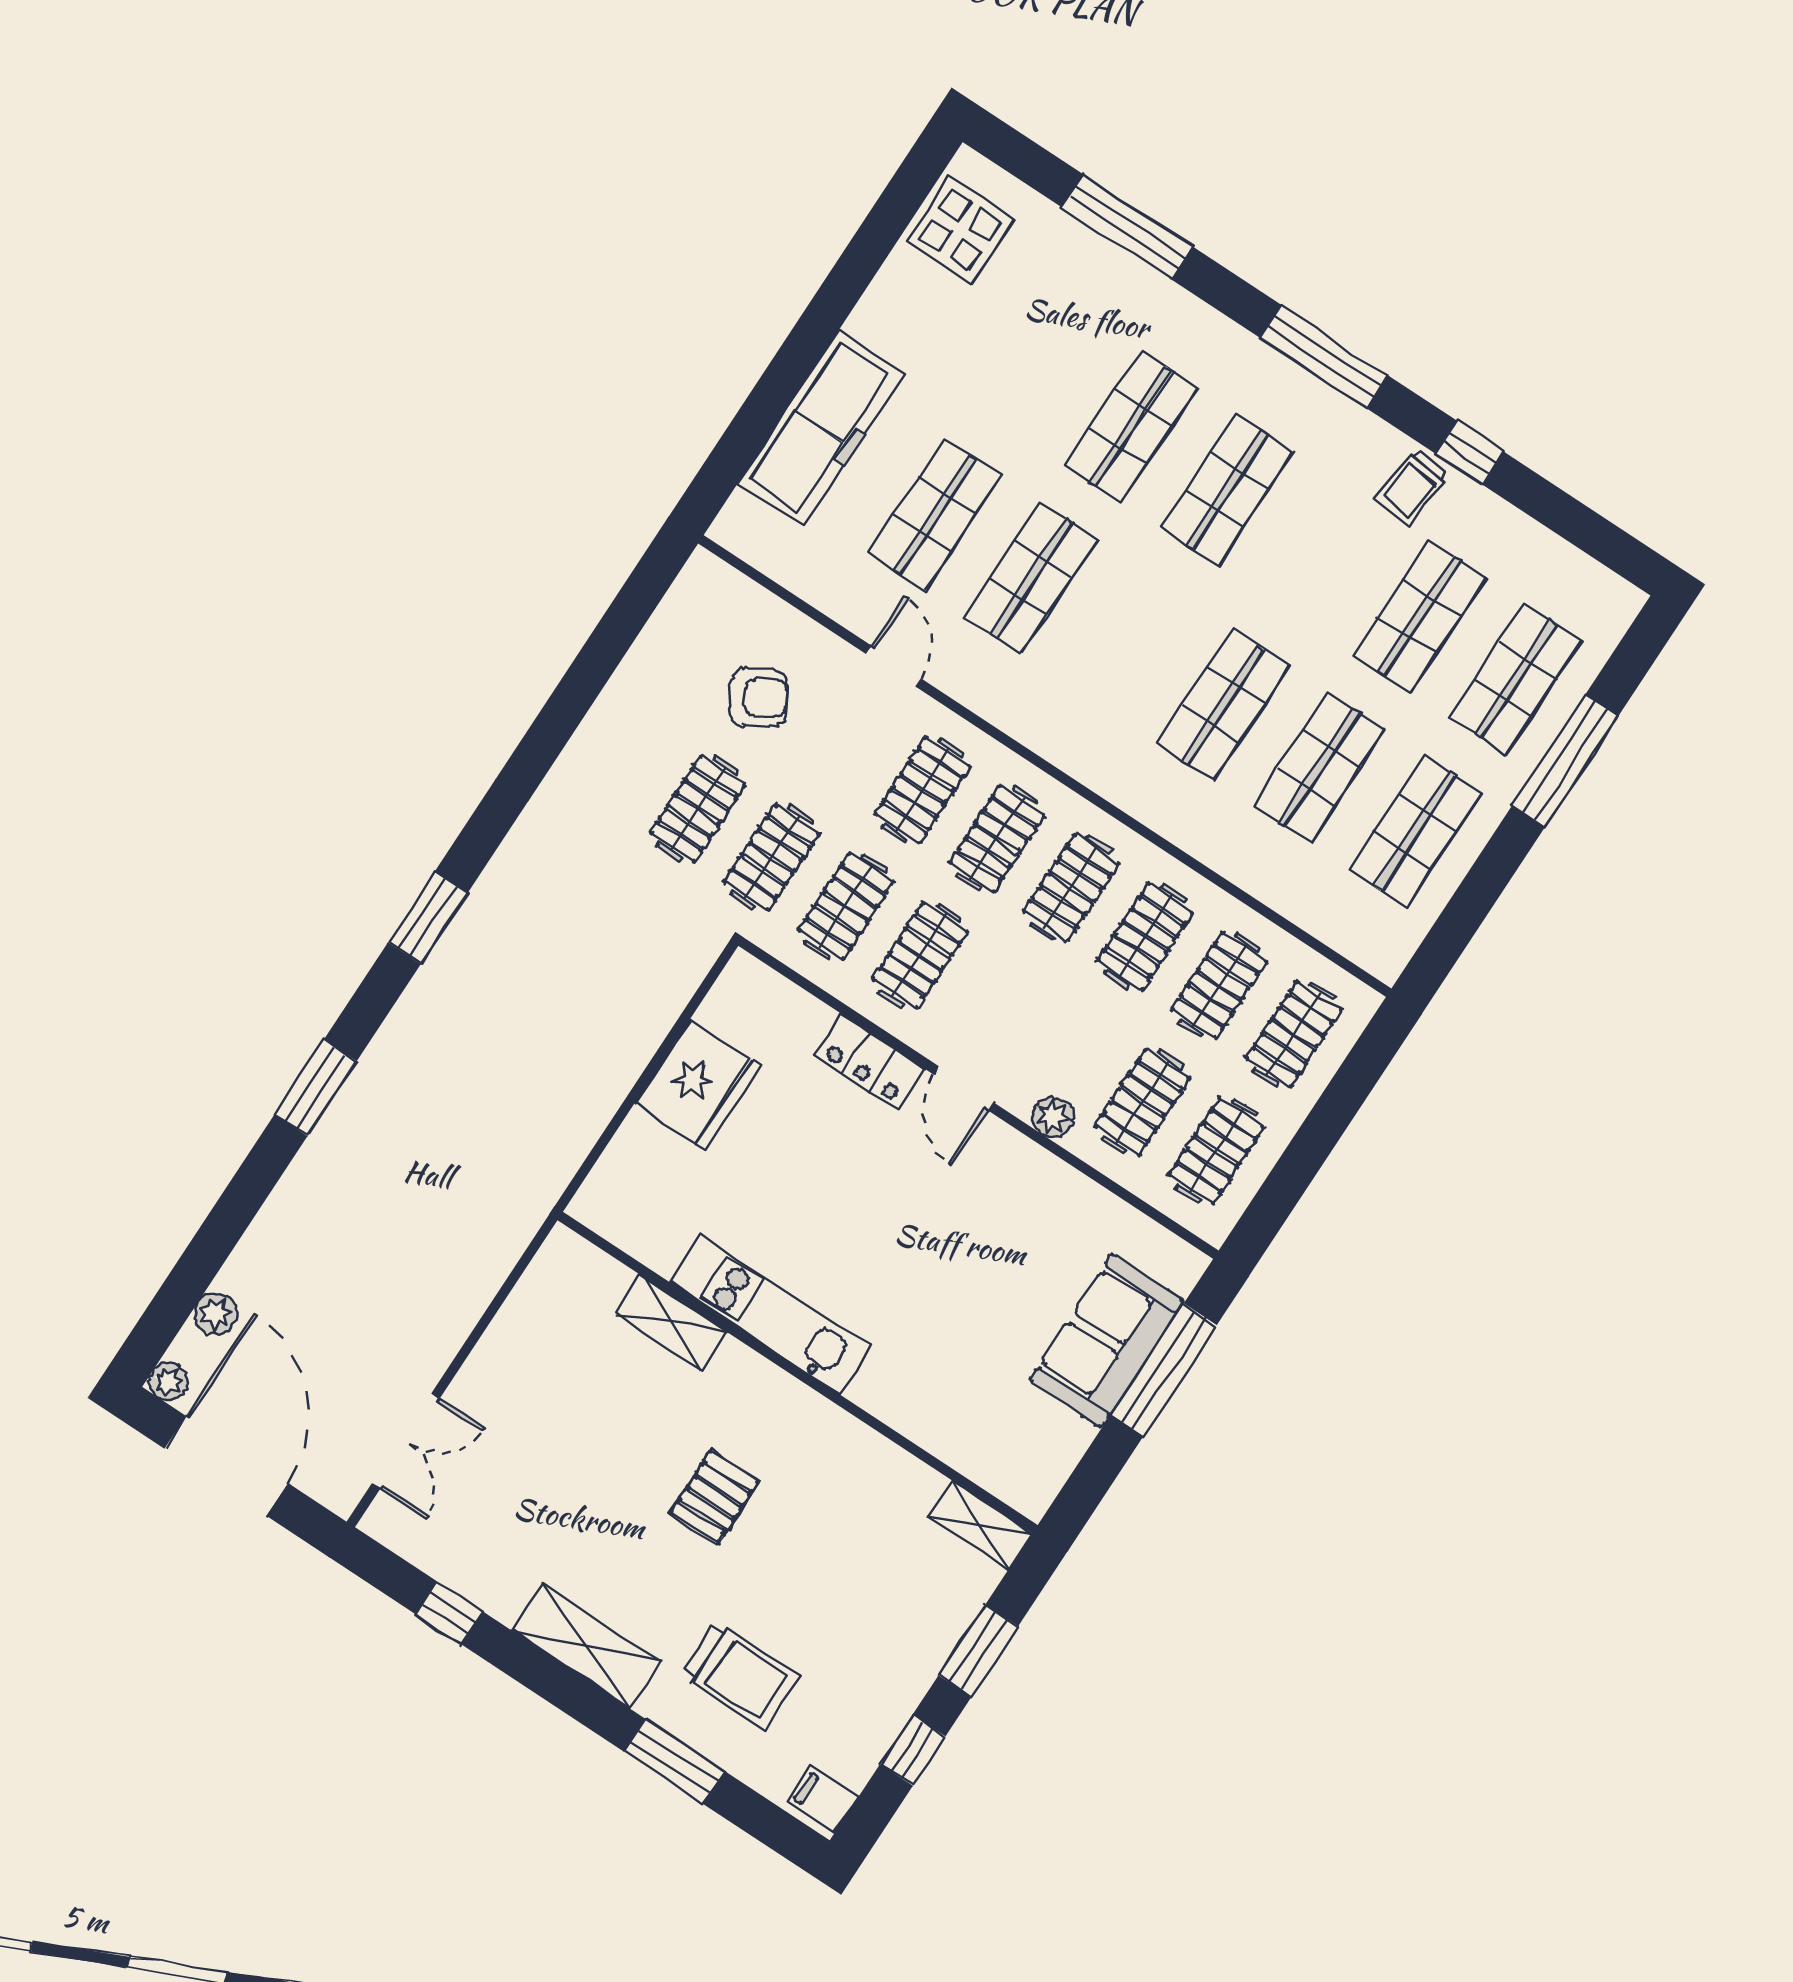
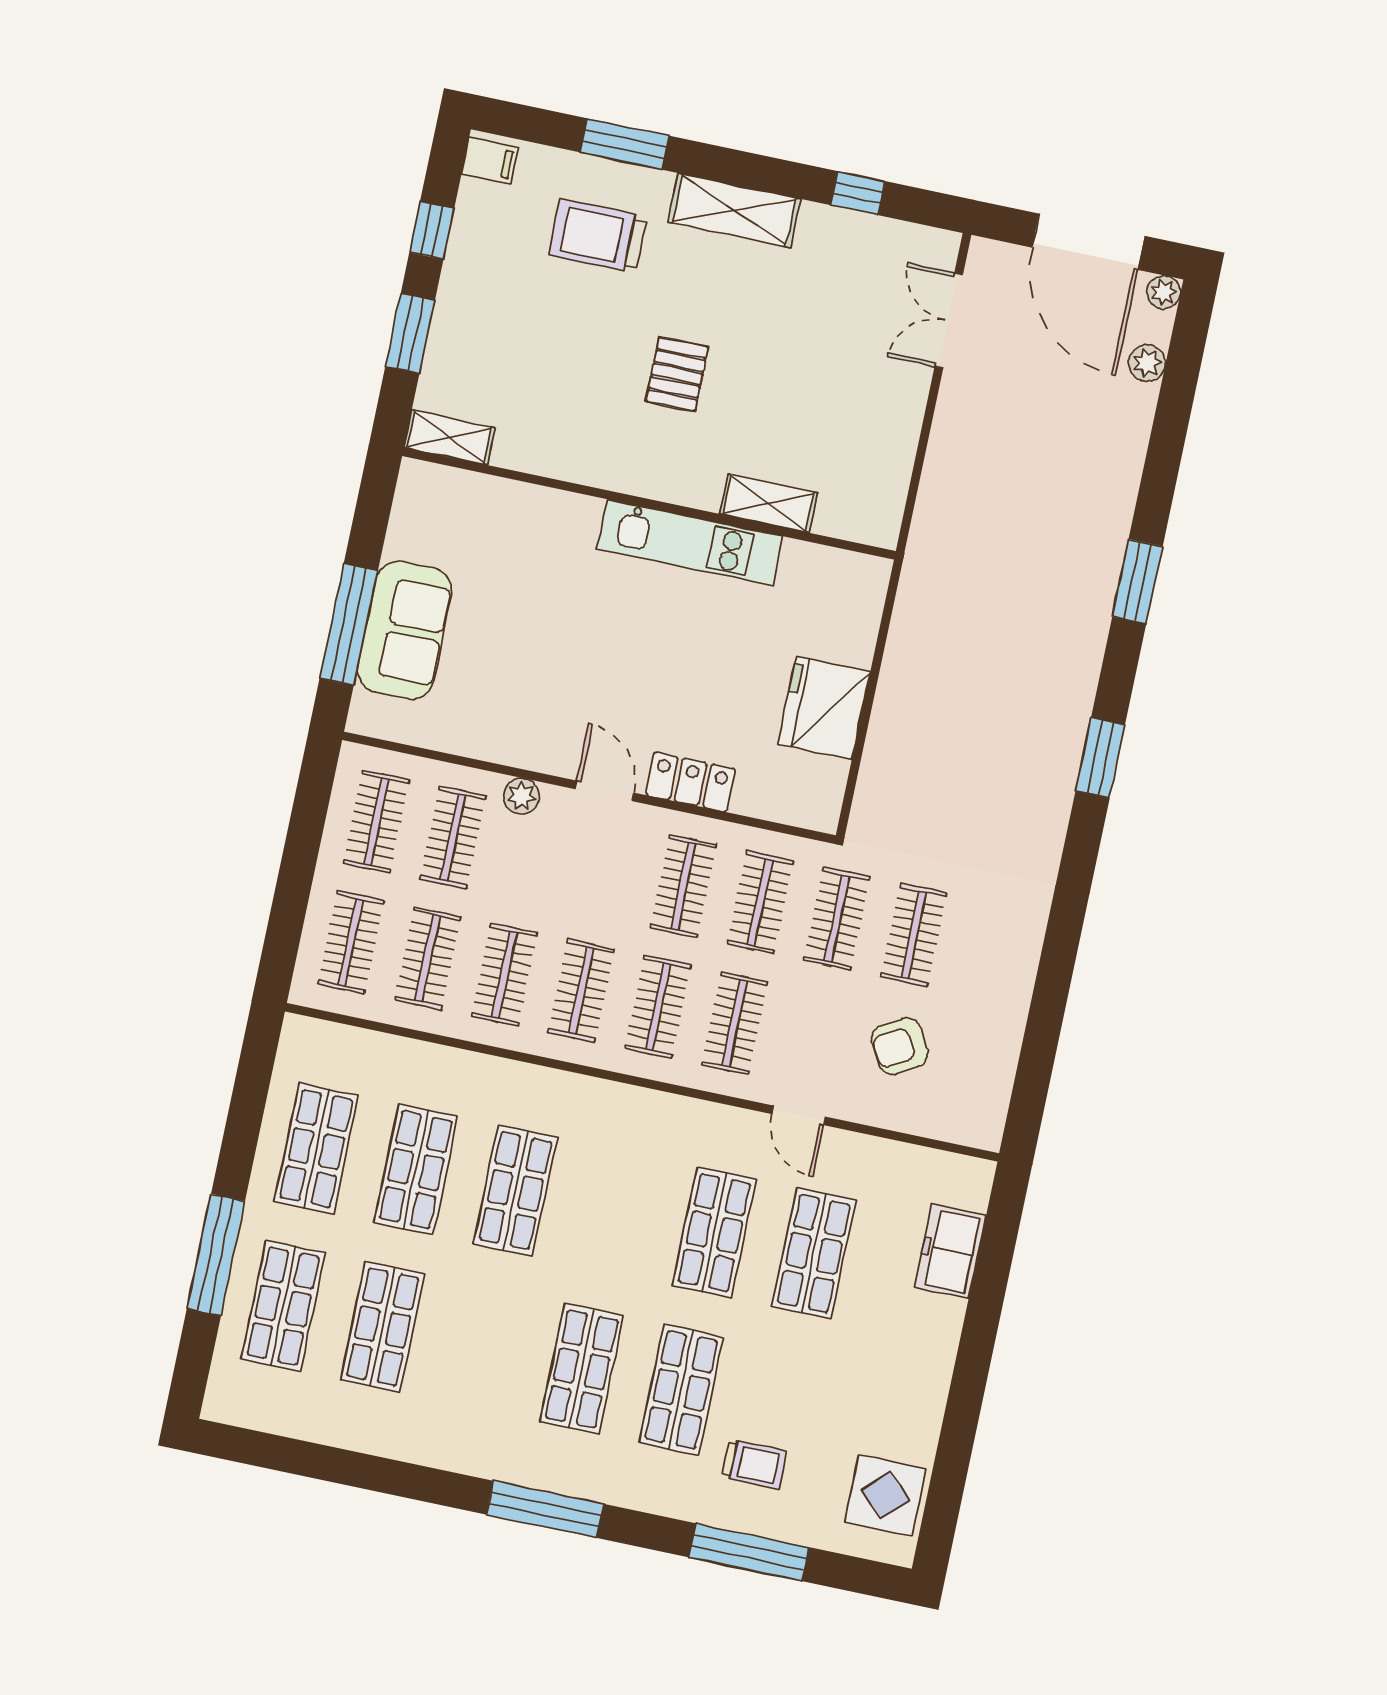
freezer: (821, 428) -> (950, 1251), width x0.52, depth x0.79
window: (1469, 453) -> (394, 1478), removed
trolley: (1412, 487) -> (754, 1464), moved, turned 84

